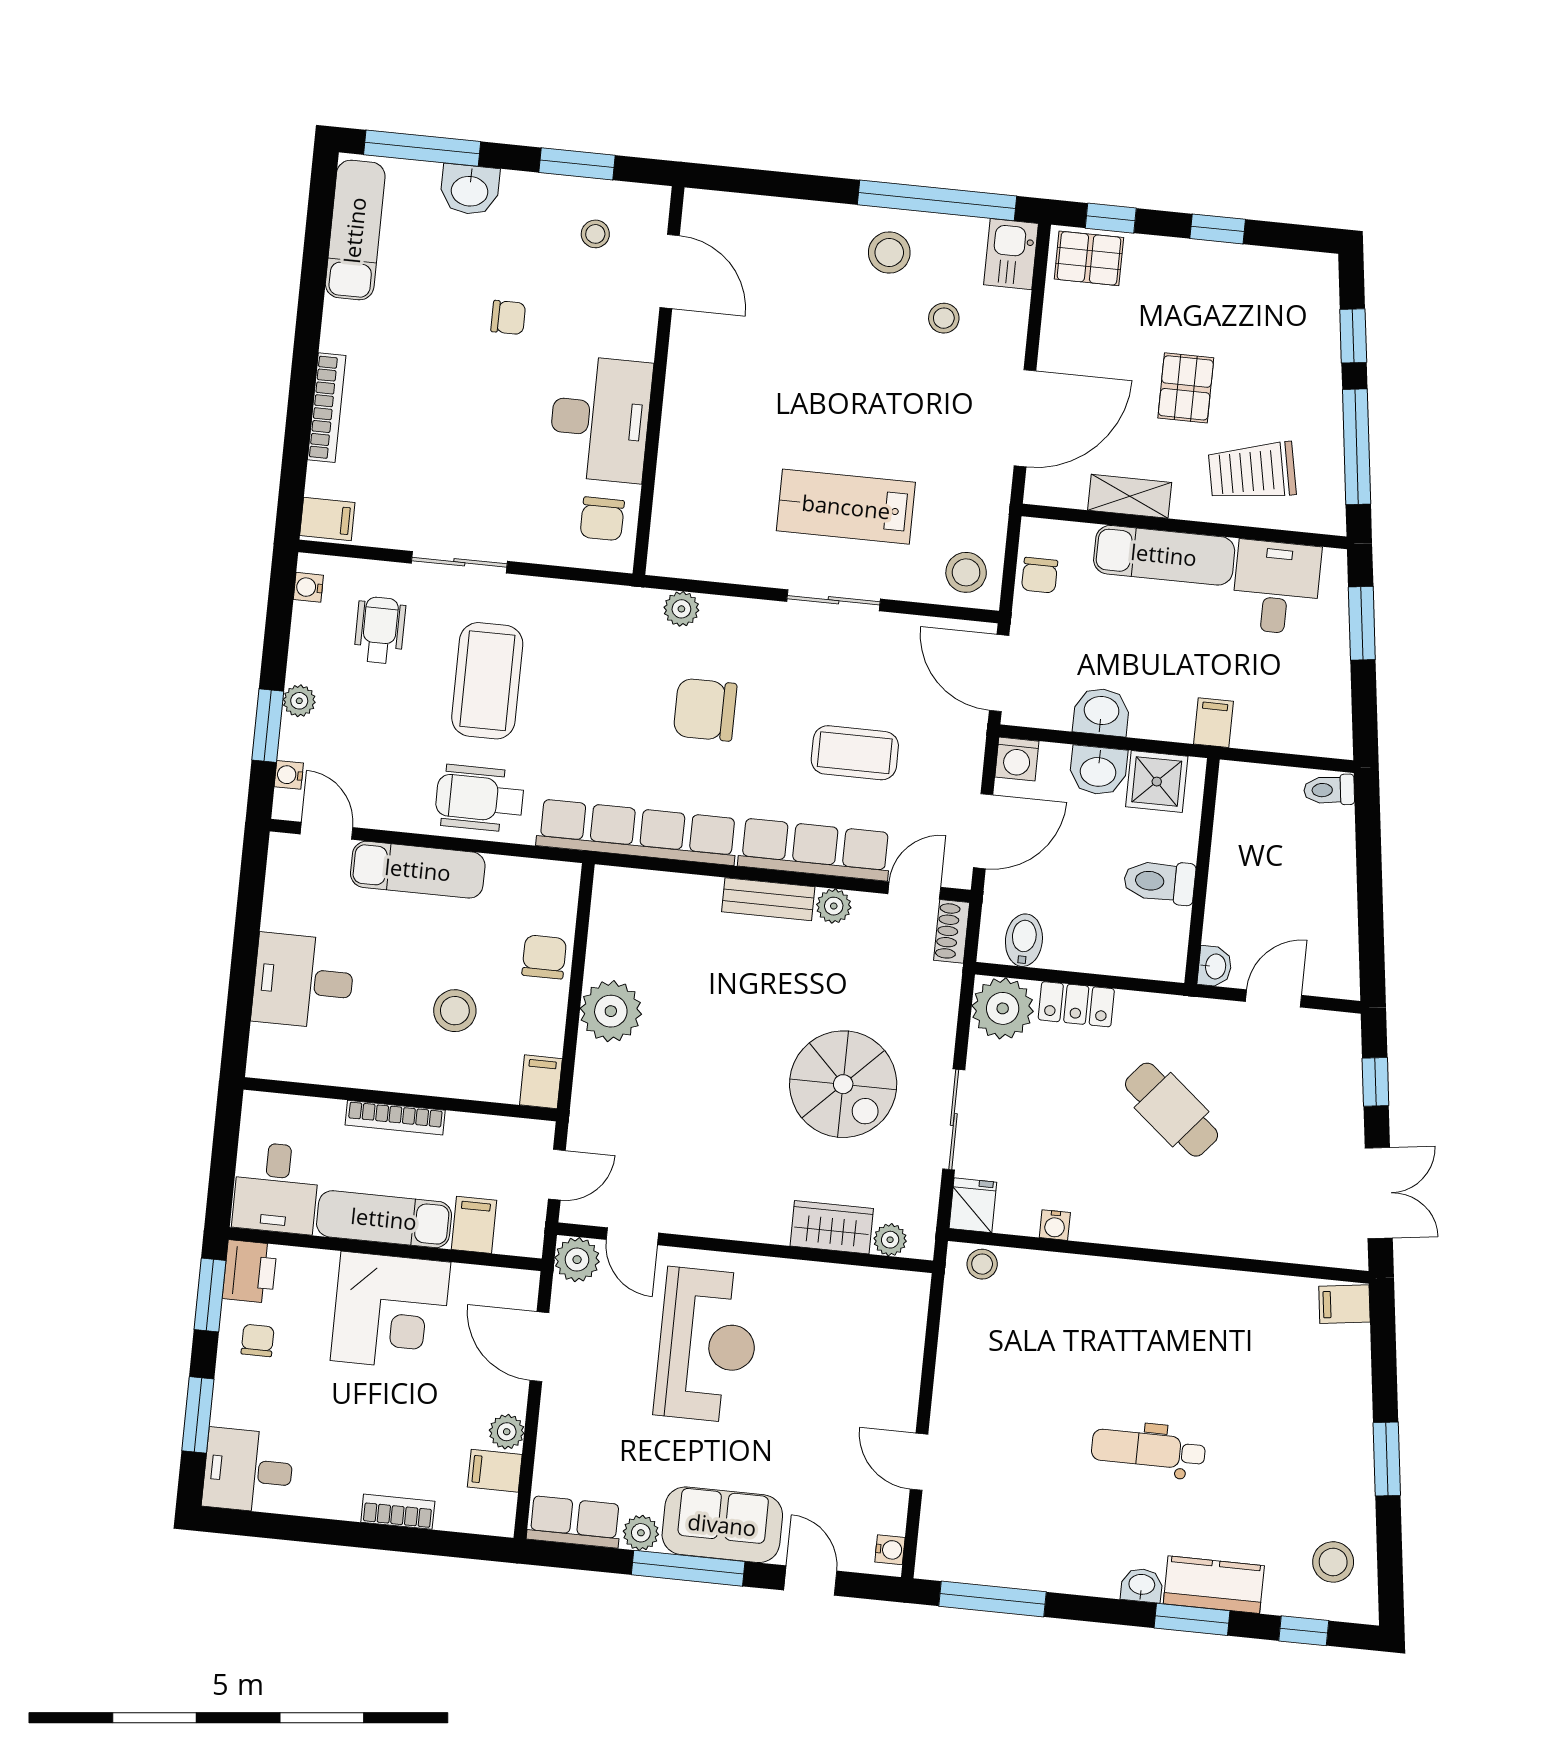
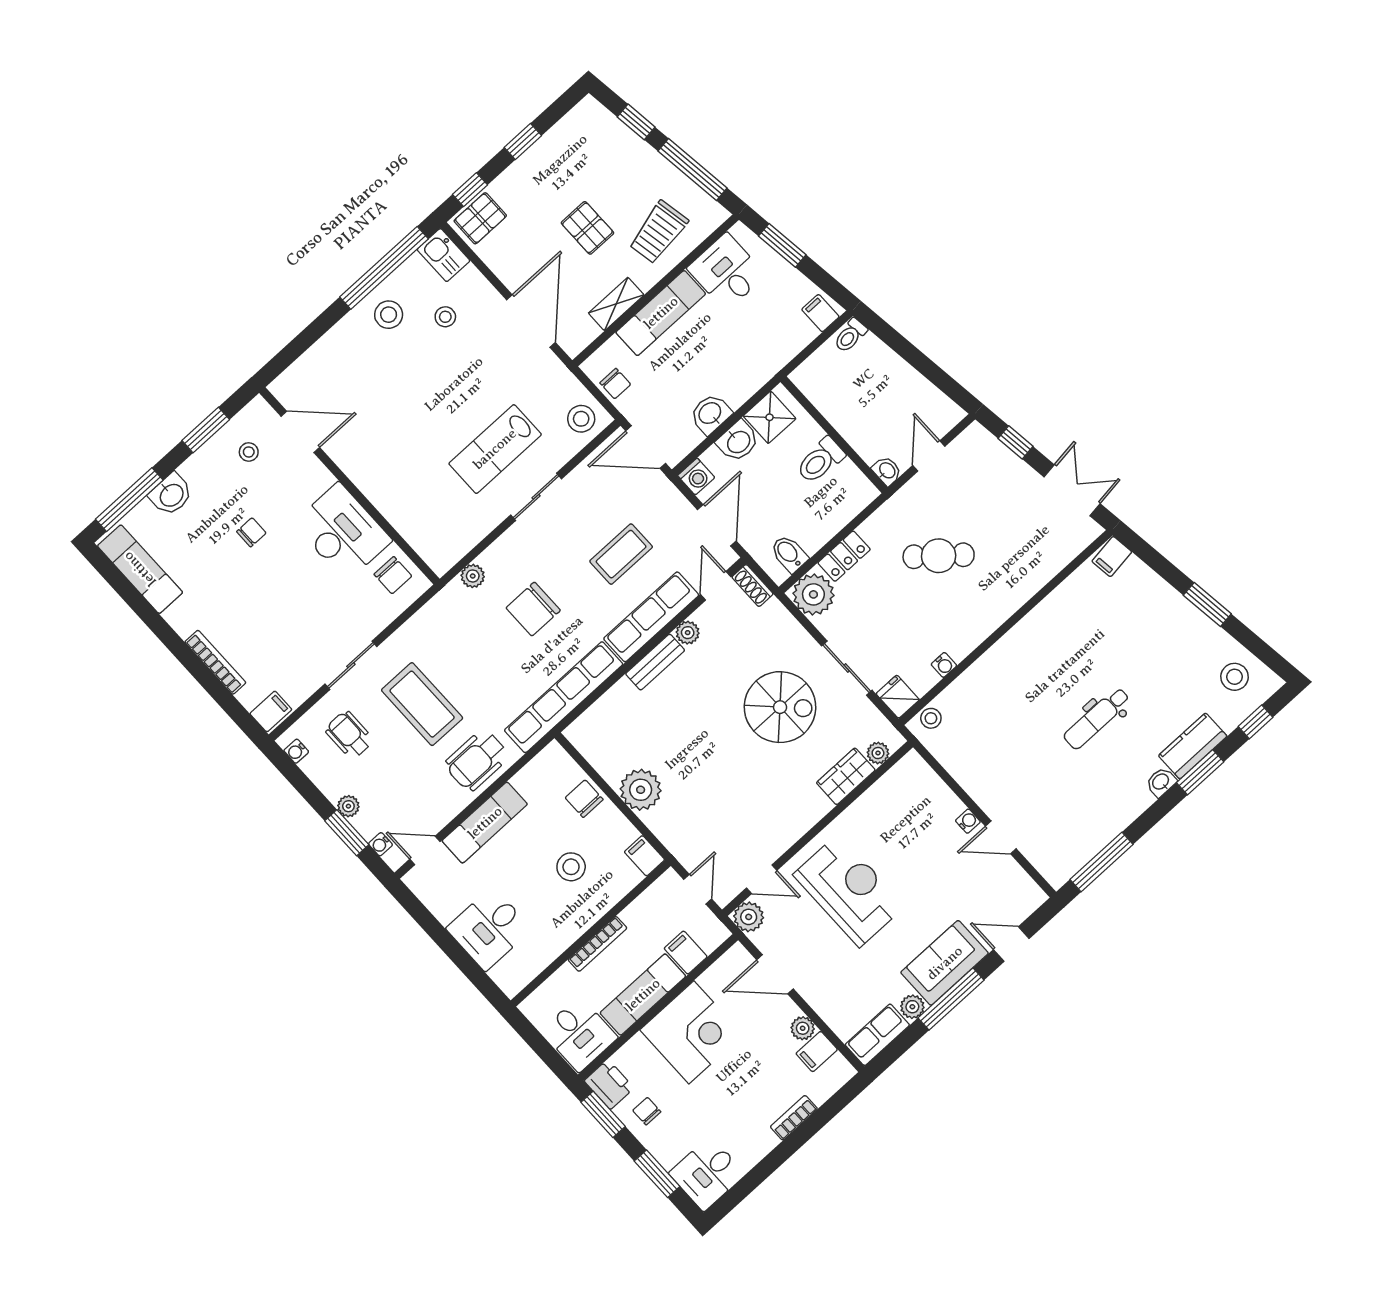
filing cabinet: (1213, 723) -> (820, 313), moved
water cooler: (890, 1550) -> (968, 821), moved

